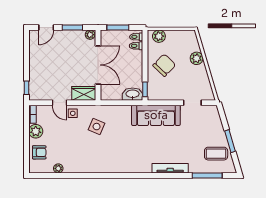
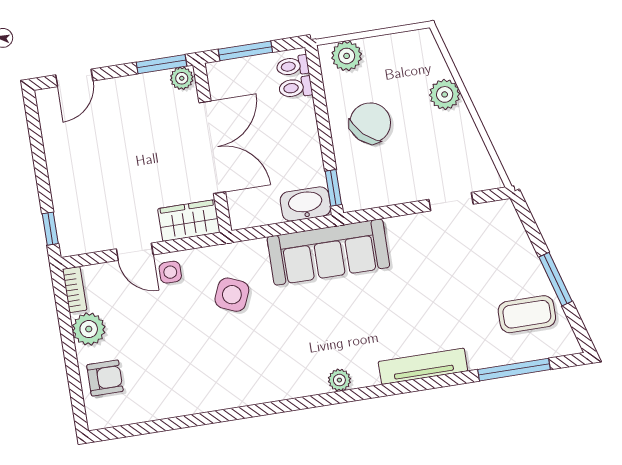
window: (72, 28) -> (162, 64), moved
sofa: (156, 115) -> (328, 252), moved
plant: (58, 168) -> (339, 380), moved

